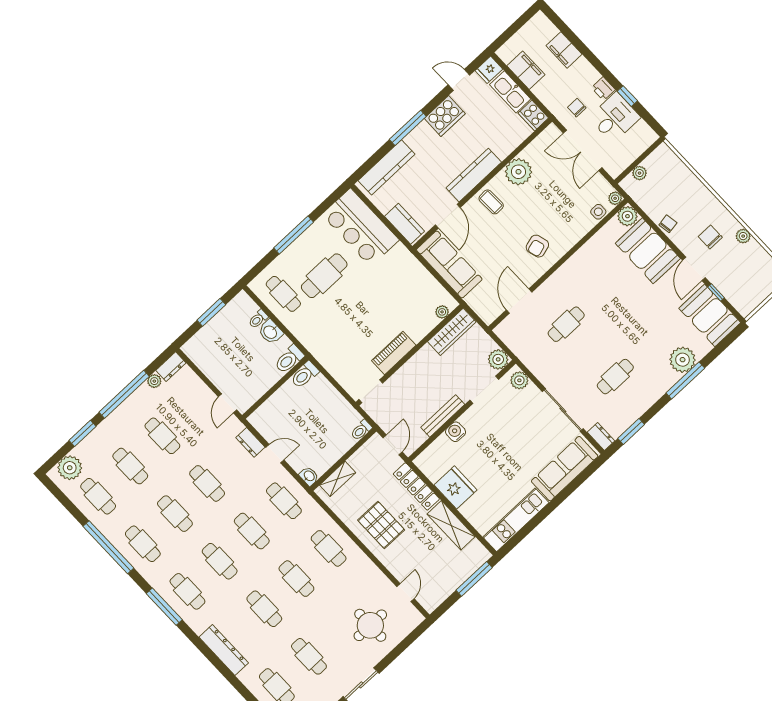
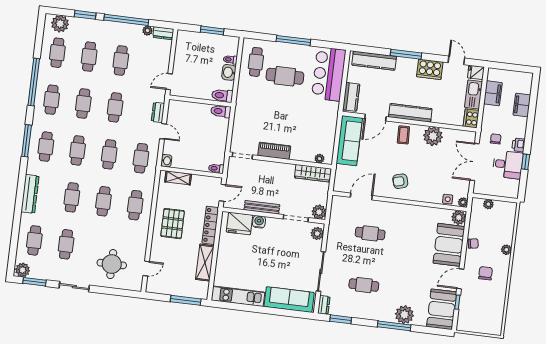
plant: (743, 236) -> (506, 250), moved
fridge: (455, 487) -> (239, 223), moved, turned 90

